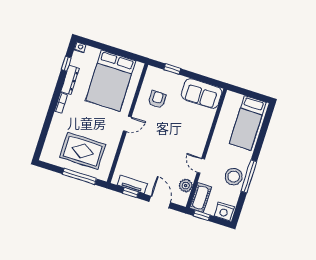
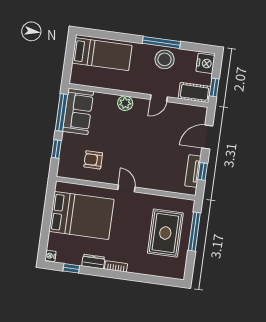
window: (203, 79) -> (61, 112), added
dresser: (70, 80) -> (93, 262), width x0.70
plant: (186, 186) -> (125, 103), moved

